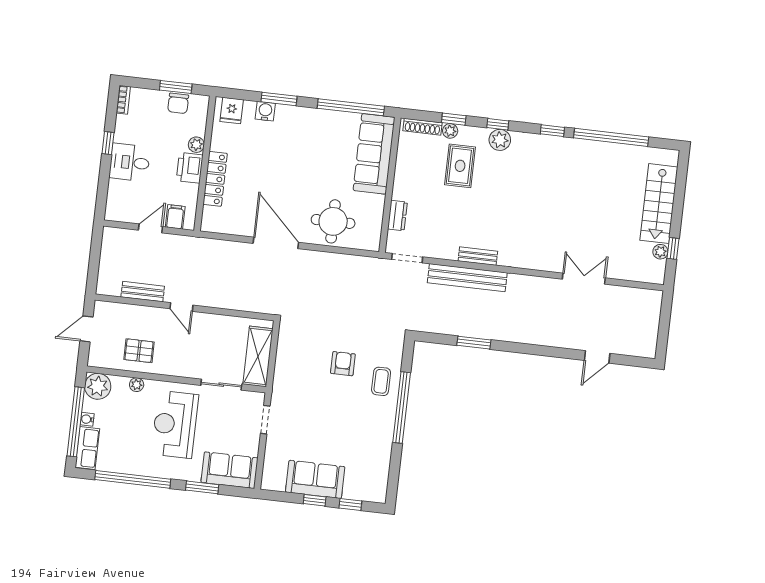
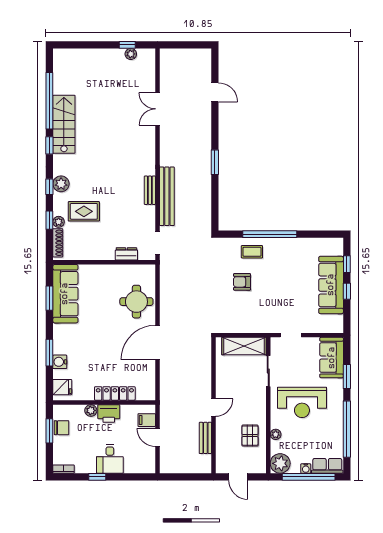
window: (351, 107) -> (49, 298), width x0.47
sofa: (374, 154) -> (65, 294), moved, turned -90
stairs: (659, 204) -> (64, 124), moved, turned -90
window: (474, 343) -> (215, 162), moved
sofa: (315, 479) -> (331, 285), width x1.36

